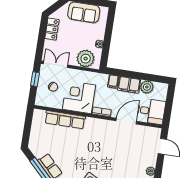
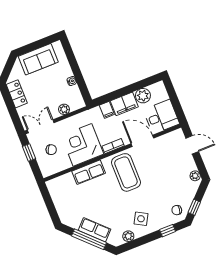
plant: (86, 59) -> (64, 109), width x0.53, depth x0.53
row of seats: (65, 120) -> (89, 172), width x0.68
door: (126, 121) -> (142, 141), hinge flipped
coffee table: (100, 138) -> (126, 172), added

